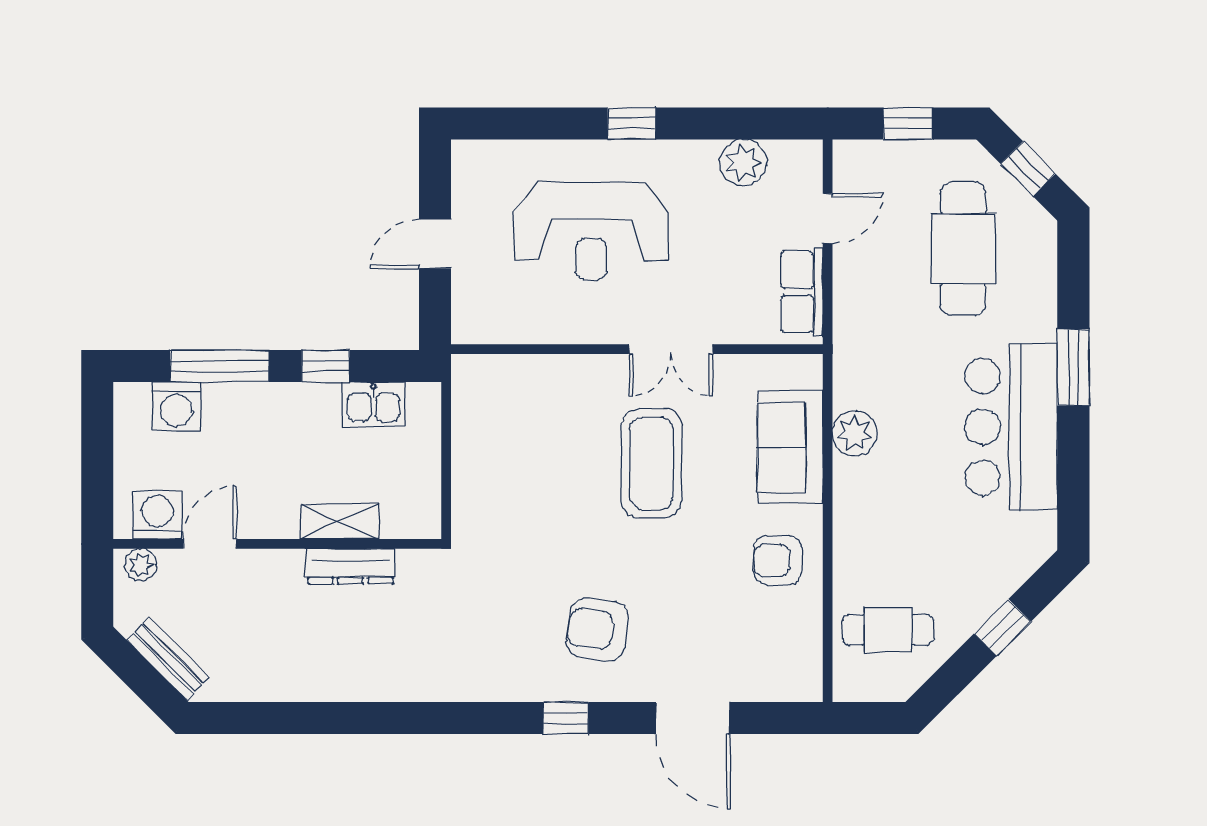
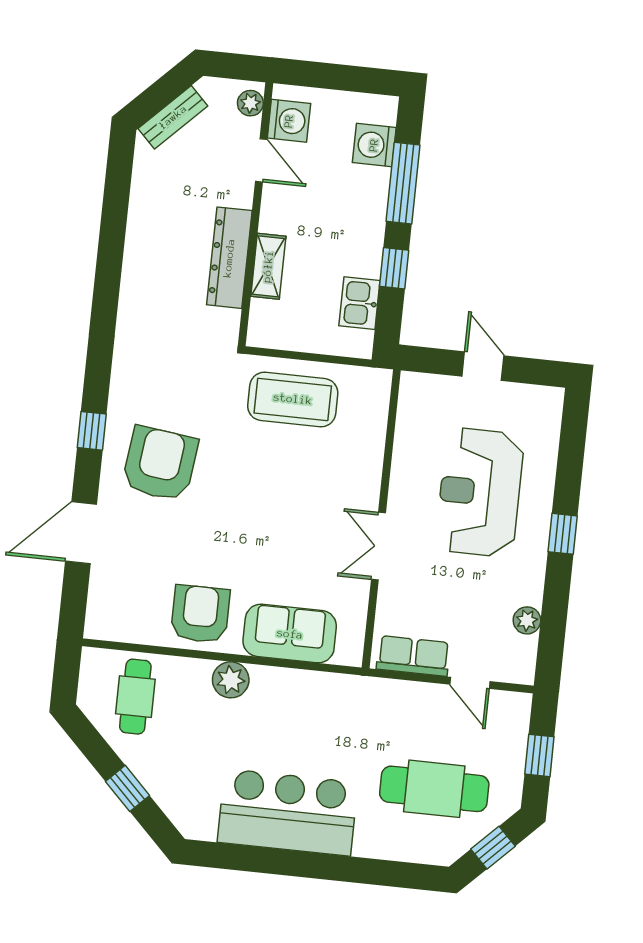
plant: (743, 163) -> (527, 620), width x0.73, depth x0.73
window: (1073, 367) -> (330, 867), removed
plant: (855, 434) -> (231, 680), moved
coffee table: (652, 463) -> (293, 399), moved
armchair: (778, 560) -> (200, 614), width x1.38, depth x1.38
dresser: (351, 566) -> (229, 258), width x1.37, depth x1.24
armchair: (597, 630) -> (160, 464), width x1.36, depth x1.36

